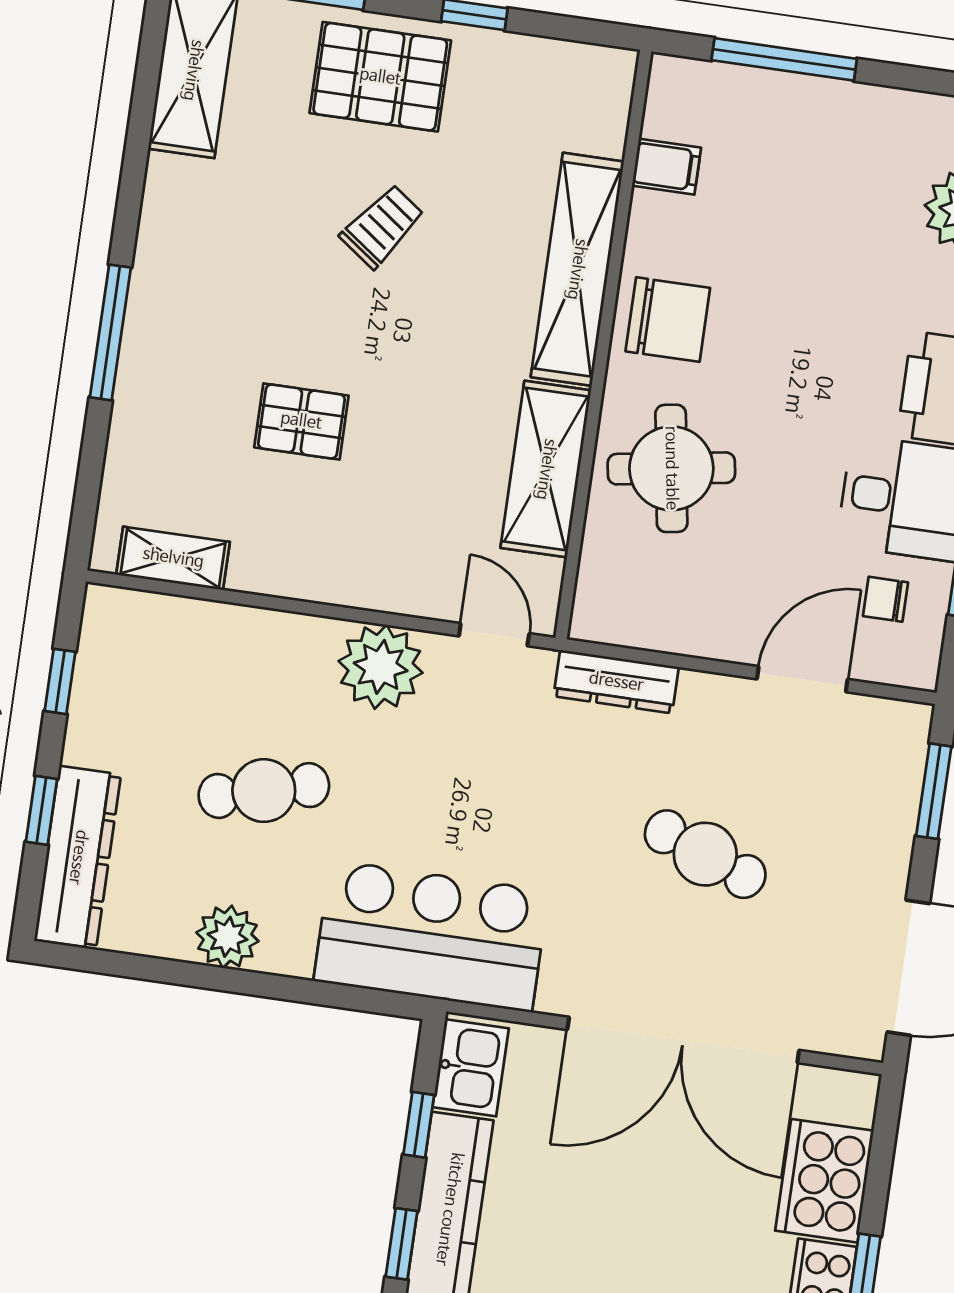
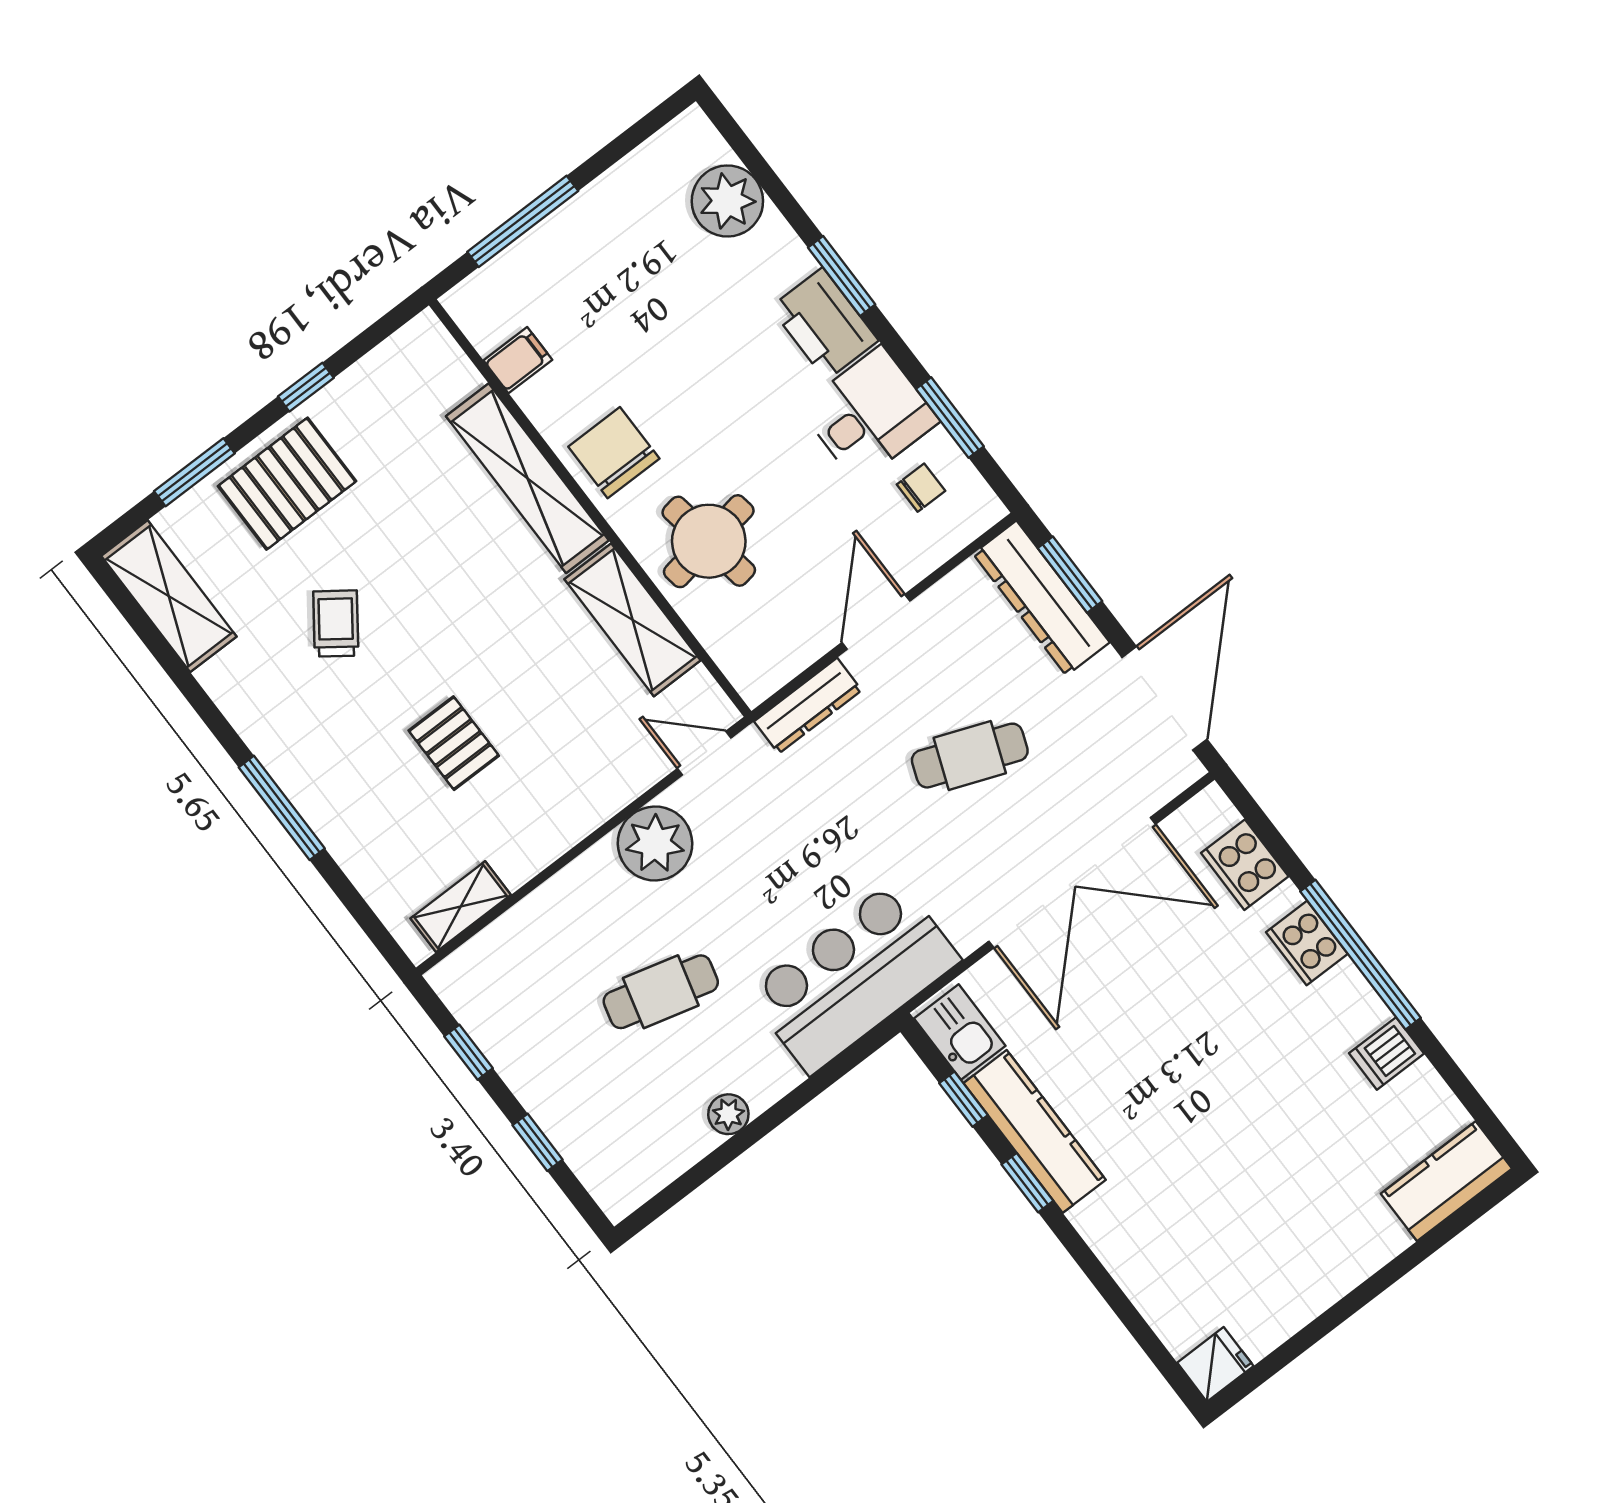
trolley: (382, 226) -> (336, 624), moved
chair: (668, 320) -> (614, 453), turned -90
pallet: (301, 421) -> (454, 743), turned 90
chair: (885, 599) -> (921, 488), turned 180
door: (802, 679) -> (876, 622), moved
cafe table: (264, 791) -> (661, 992), turned 30
dresser: (78, 857) -> (1041, 598), moved, turned 180
plant: (227, 937) -> (728, 1114), width x0.73, depth x0.73
cooker: (824, 1181) -> (1245, 865), width x0.73, depth x0.76

